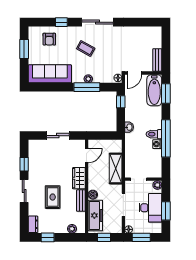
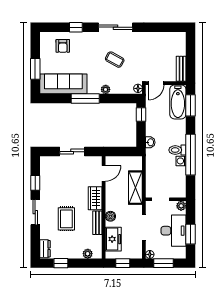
coffee table: (86, 48) -> (115, 60), moved
window: (24, 49) -> (35, 69), moved
window: (87, 87) -> (85, 99), moved
freezer: (95, 215) -> (113, 239), width x0.71

